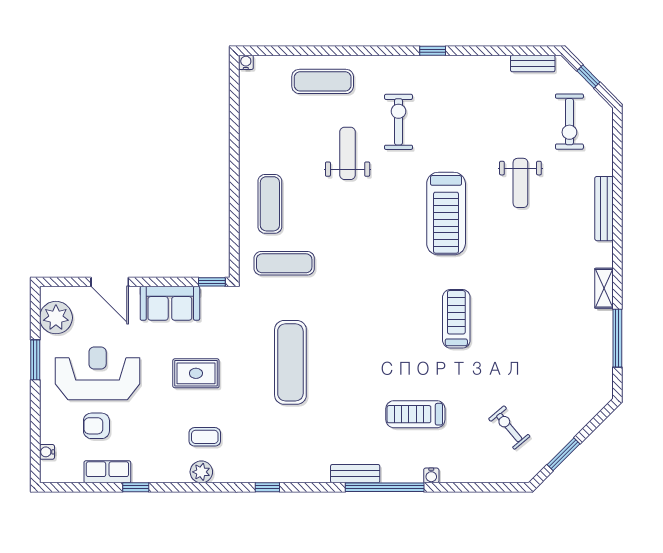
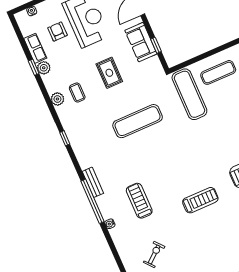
exercise mat: (284, 263) -> (189, 94), width x1.36, depth x1.45
window: (212, 282) -> (156, 45), moved
plant: (143, 472) -> (44, 68), added

